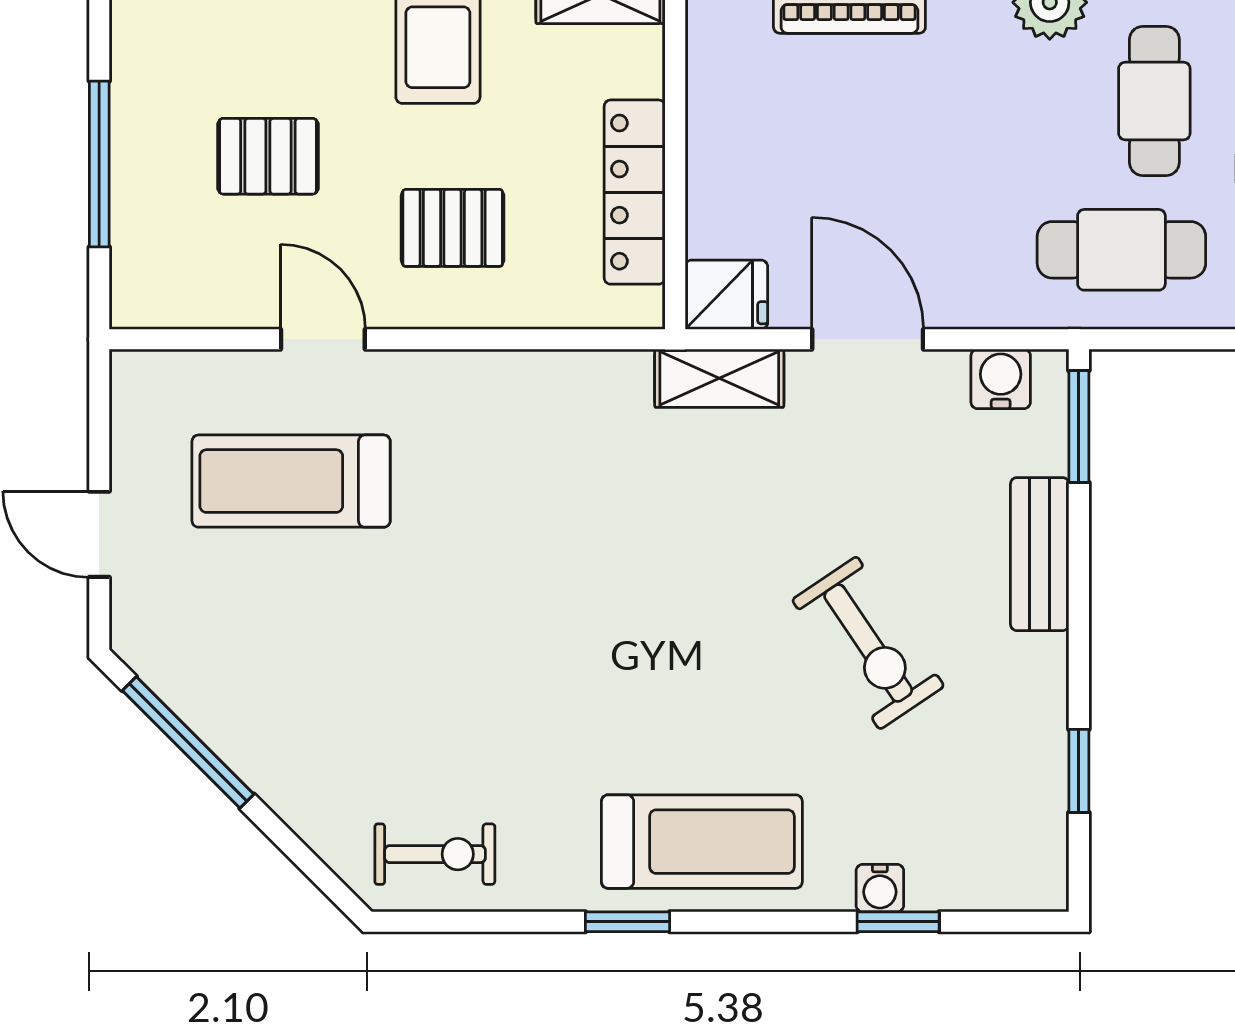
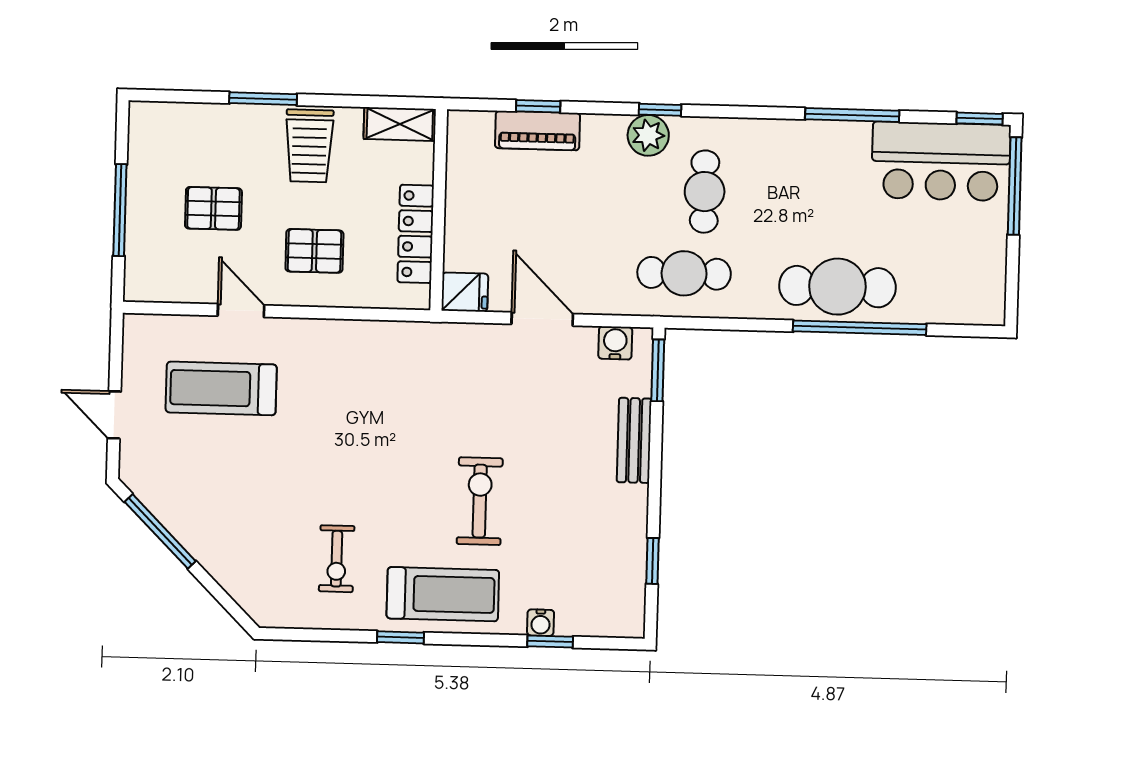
shelving: (719, 378) -> (460, 338), removed
exercise bike: (868, 643) -> (480, 501), moved, turned -146
exercise bike: (435, 854) -> (337, 559), moved, turned 90

